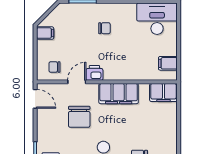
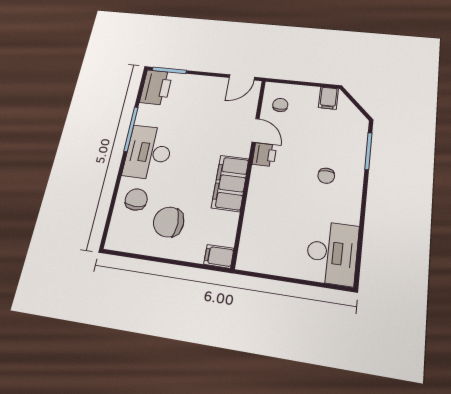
filing cabinet: (168, 63) -> (262, 259), removed
filing cabinet: (163, 93) -> (219, 256), width x0.50
chair: (79, 117) -> (169, 222), moved

